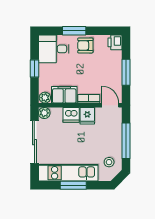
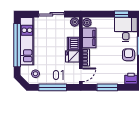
window: (34, 68) -> (121, 14), moved
sliding door: (34, 142) -> (51, 14), width x0.73
window: (73, 185) -> (17, 45), width x2.11

